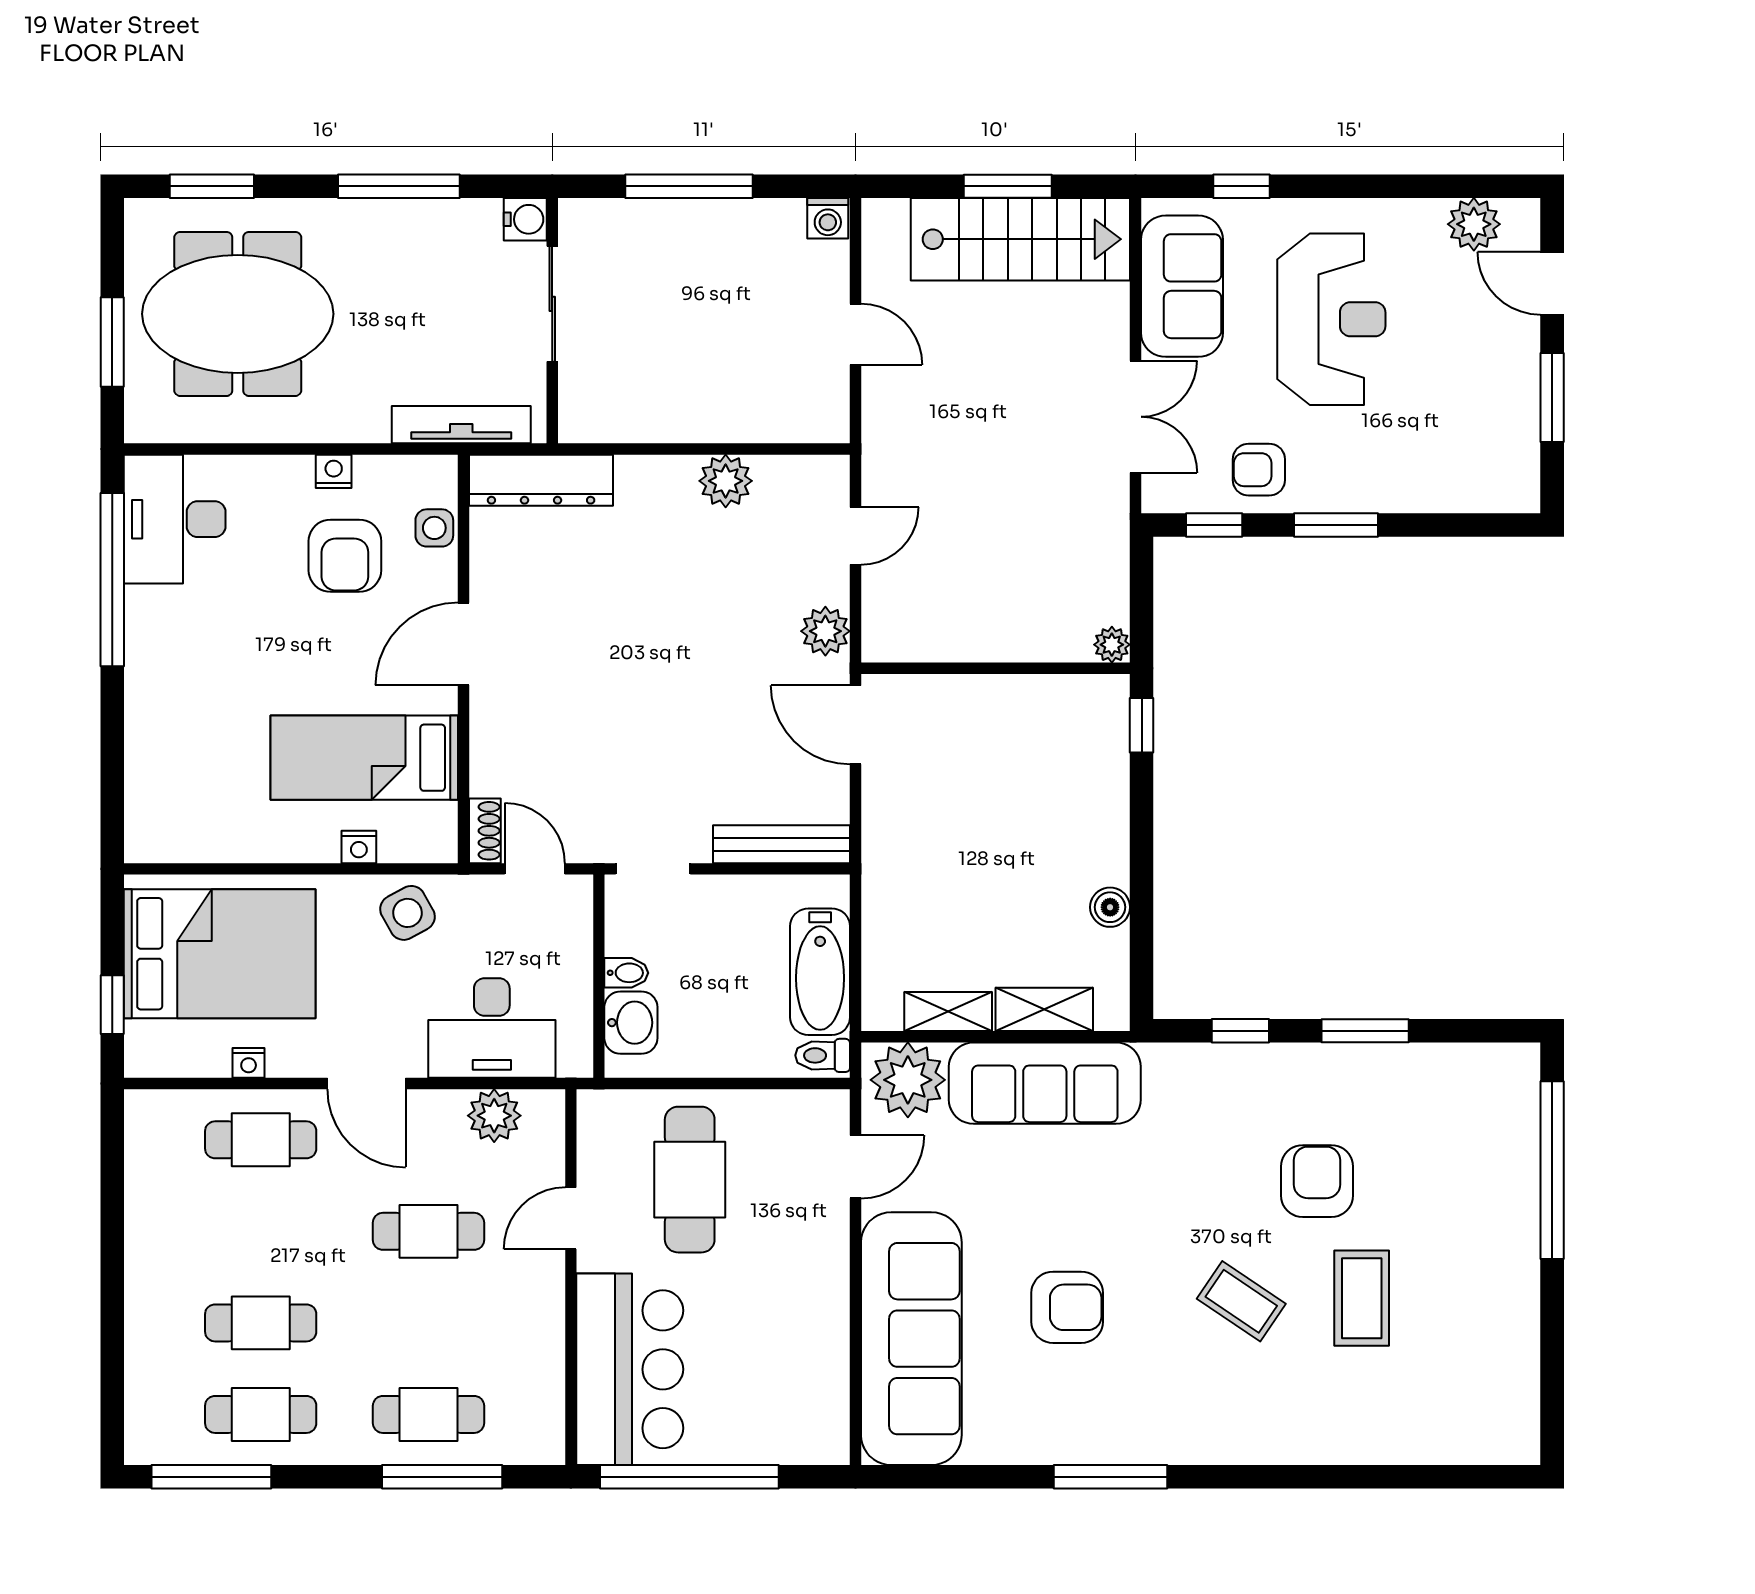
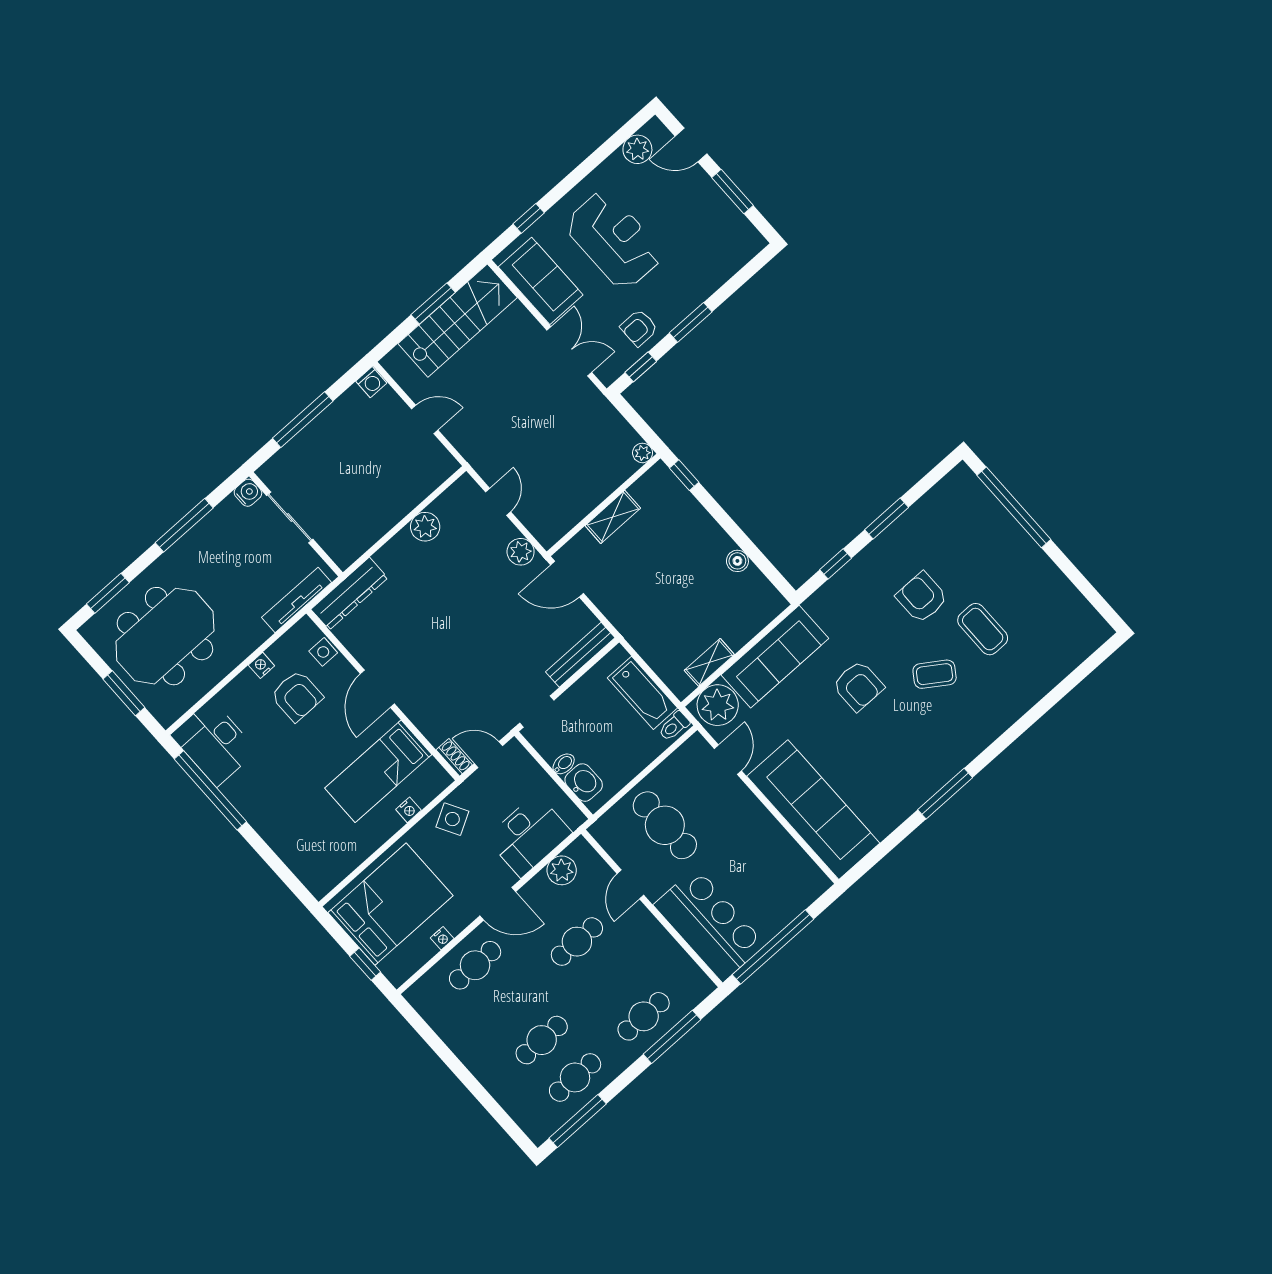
shelving: (1044, 1009) -> (613, 517), moved
armchair: (1067, 1307) -> (858, 686), moved, turned 90

